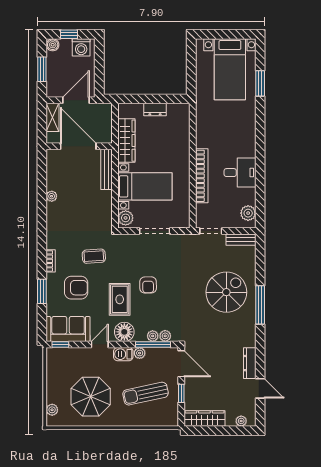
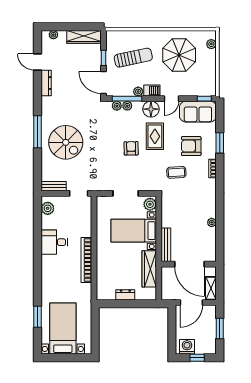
boiler: (53, 45) -> (211, 349), removed
bookcase: (202, 176) -> (86, 260), moved
spiral stairs: (226, 292) -> (66, 142), turned -90

